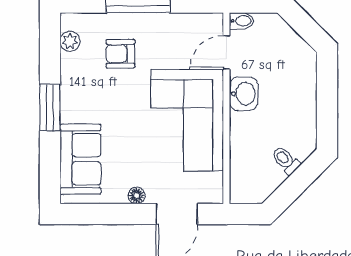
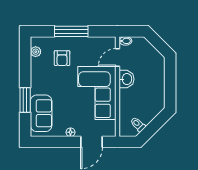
armchair: (120, 54) -> (62, 58), turned -90
window: (50, 107) -> (25, 100), moved
toilet: (286, 160) -> (138, 124), moved

